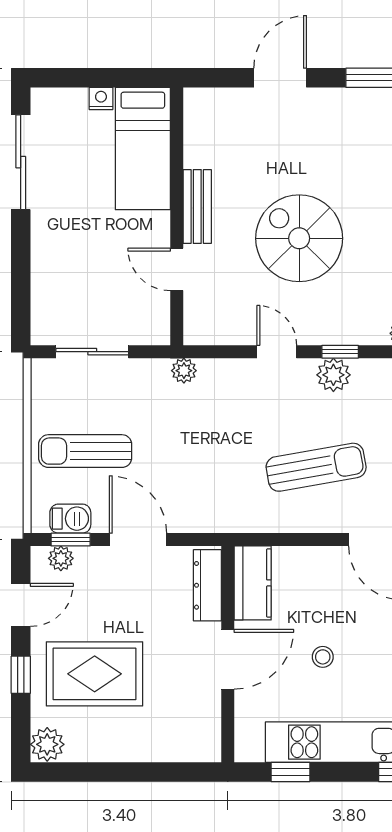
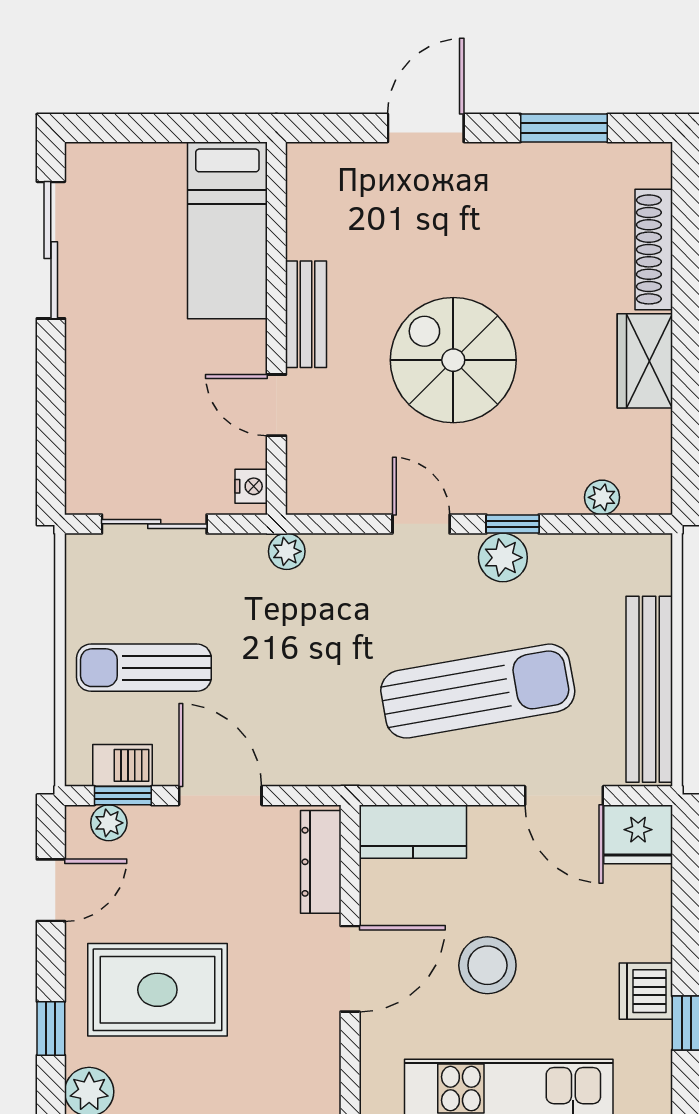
nightstand: (101, 98) -> (251, 486), moved, turned 90
sun lounger: (316, 467) -> (478, 691), width x1.36, depth x1.34
kitchen counter: (253, 583) -> (413, 832), moved, turned 90
stool: (323, 657) -> (487, 965), width x1.89, depth x1.89
window: (21, 675) -> (51, 1028), moved

